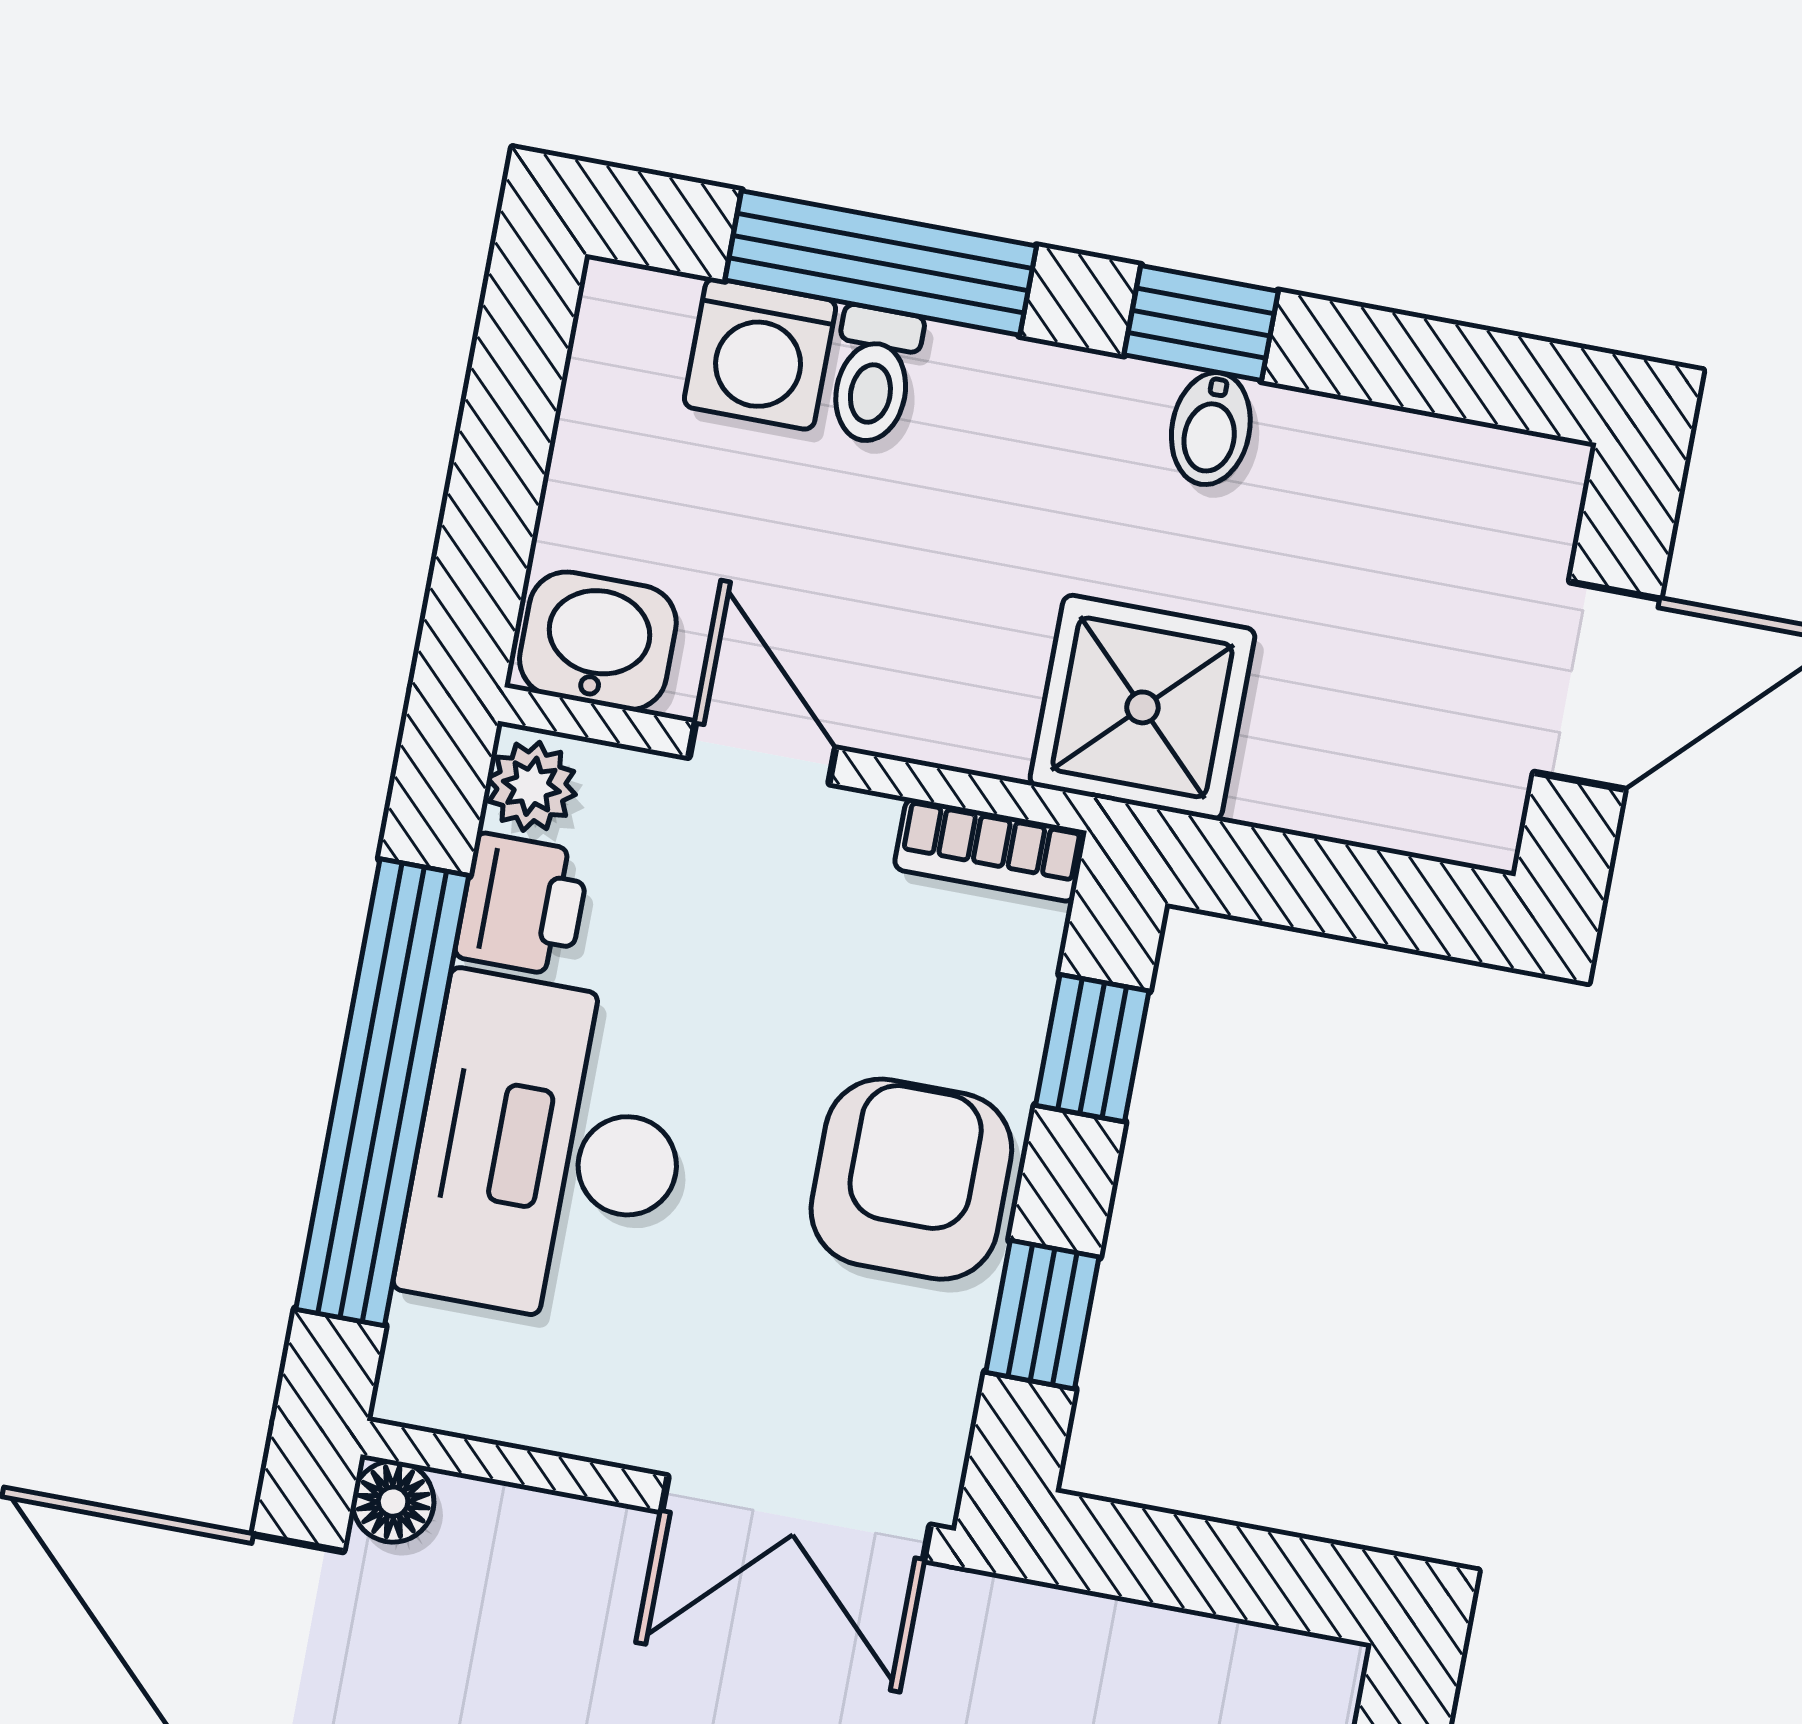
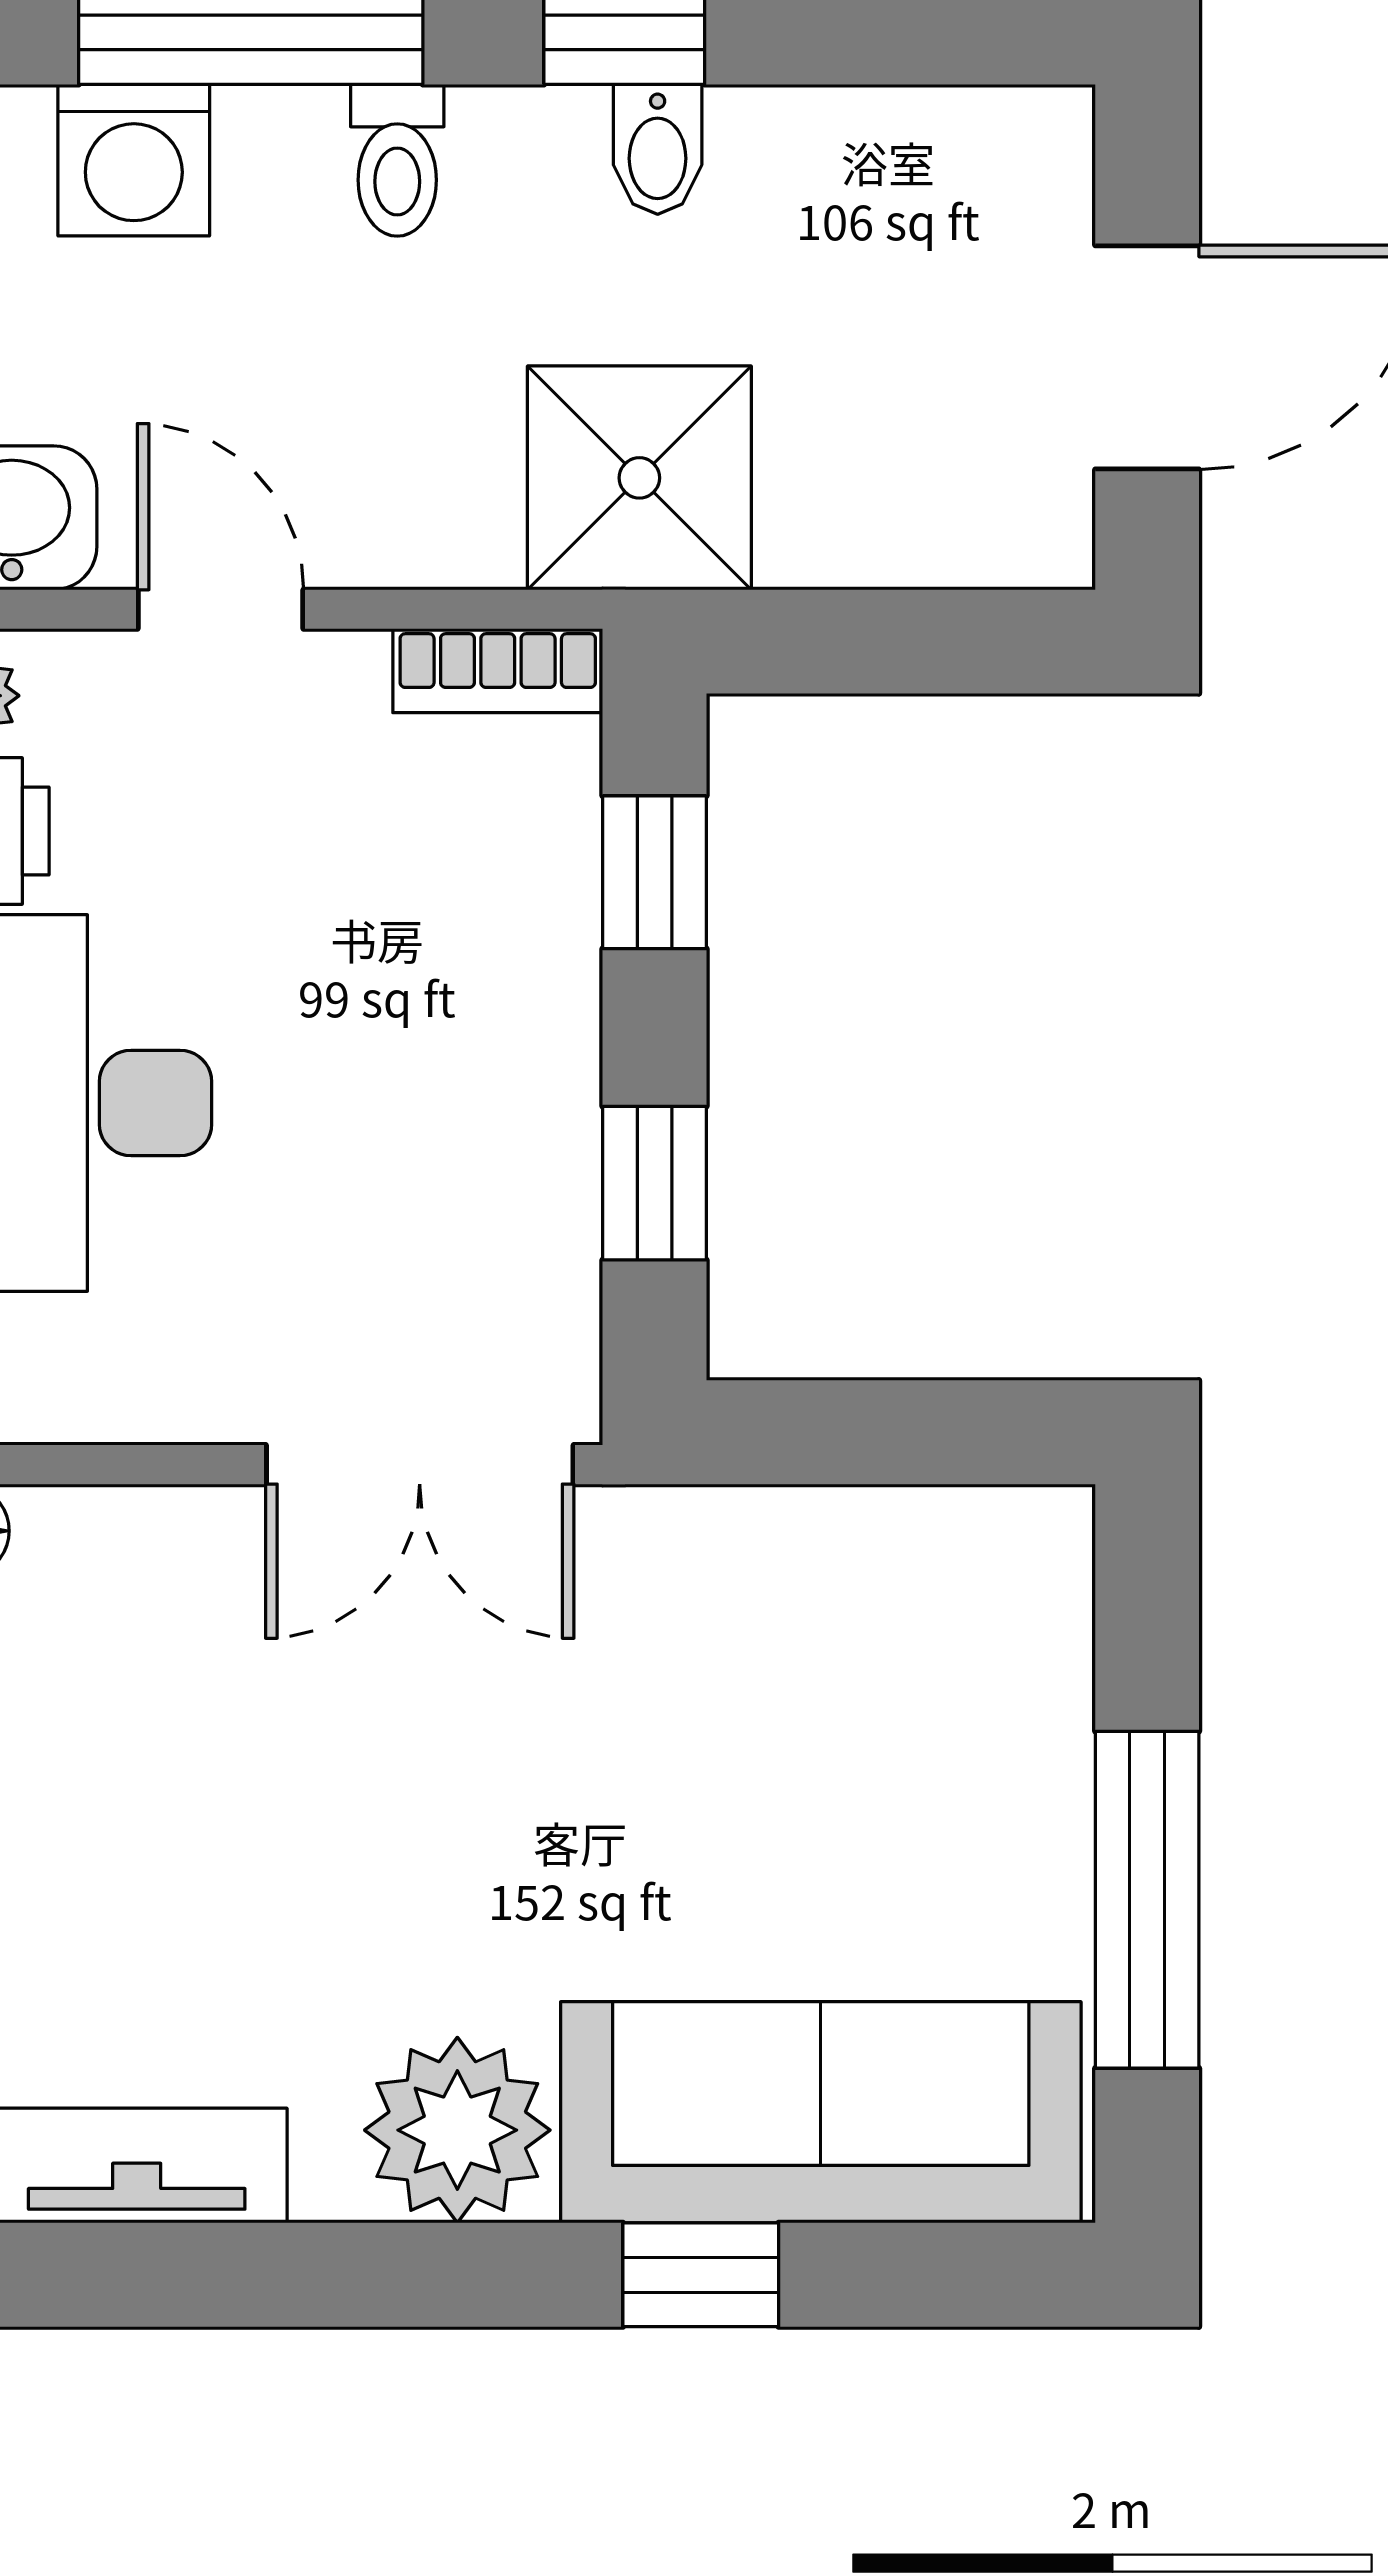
toilet: (874, 375) -> (397, 160), moved
armchair: (911, 1179) -> (478, 1058), removed

